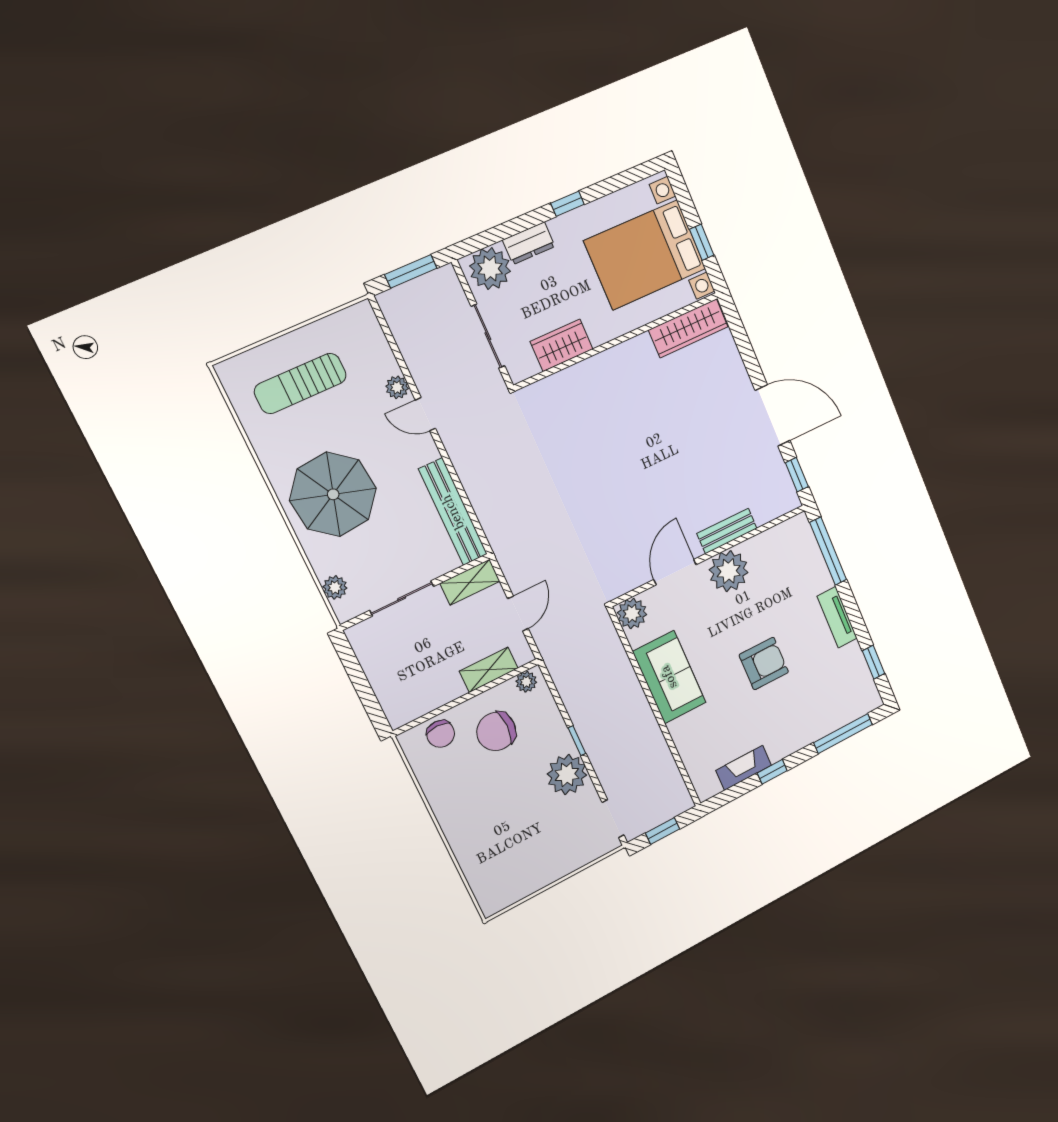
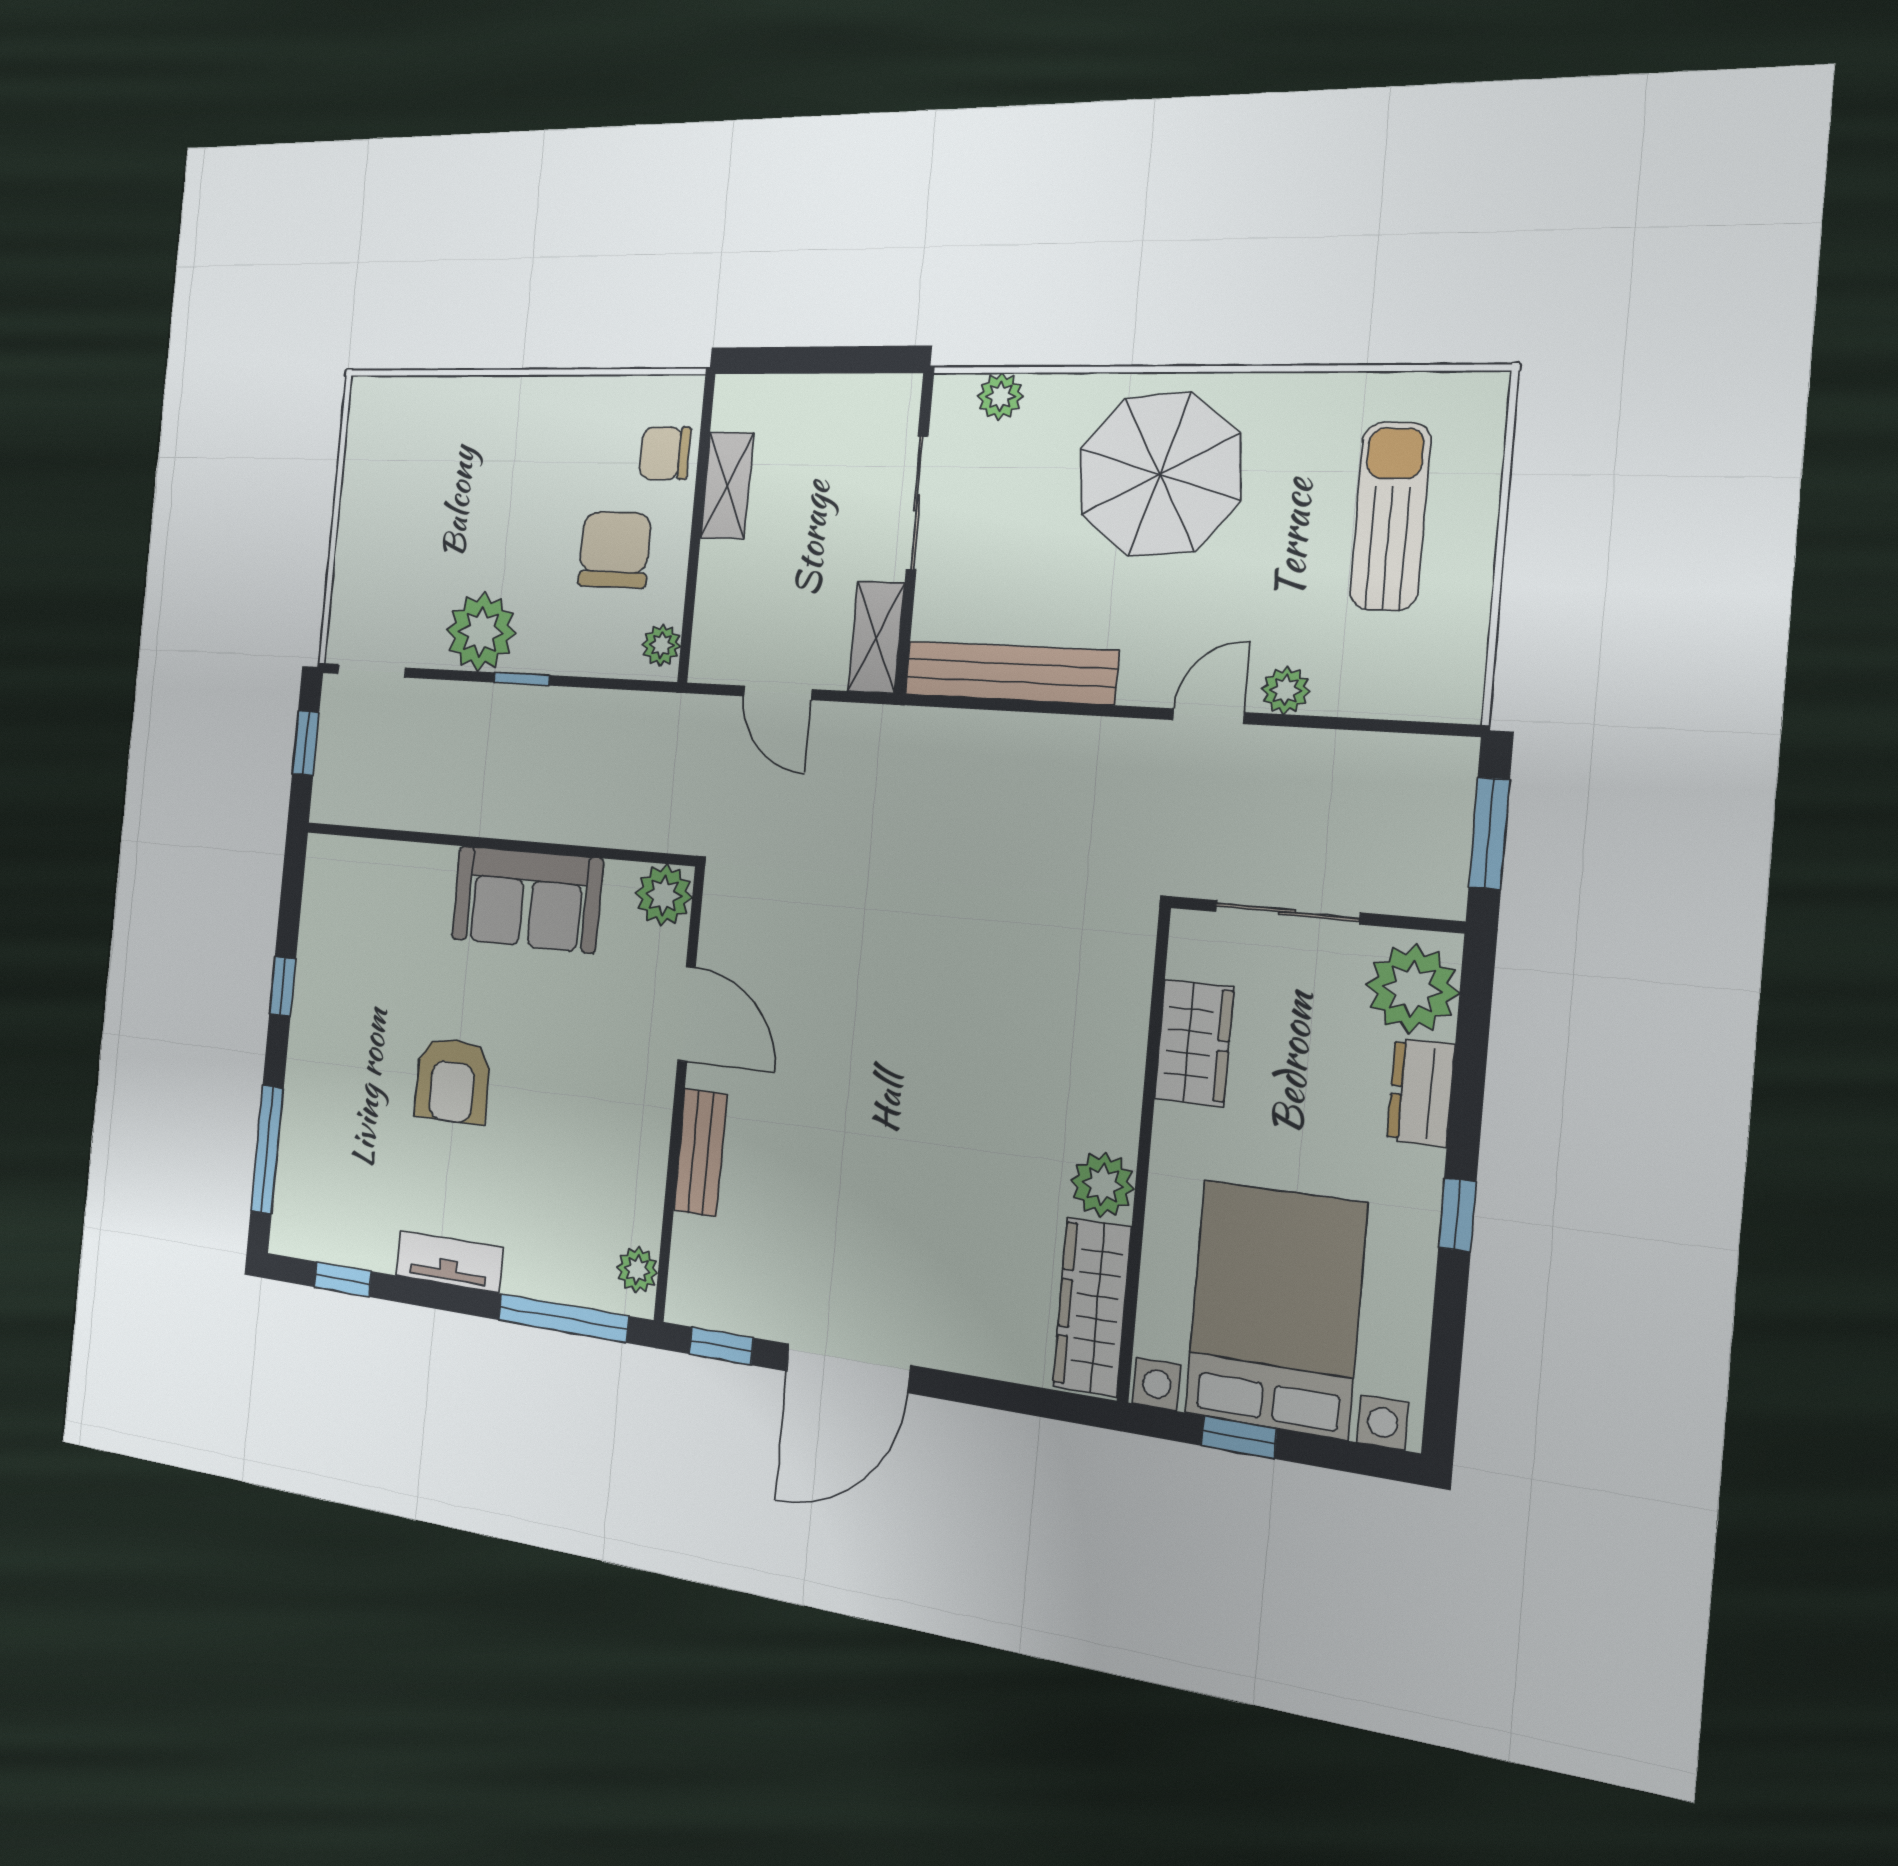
plant: (639, 351) -> (1103, 1185), added
plant: (729, 571) -> (637, 1270), moved, width x0.53, depth x0.53
shelving: (489, 670) -> (727, 486), moved
fireplace: (744, 768) -> (317, 941), removed

